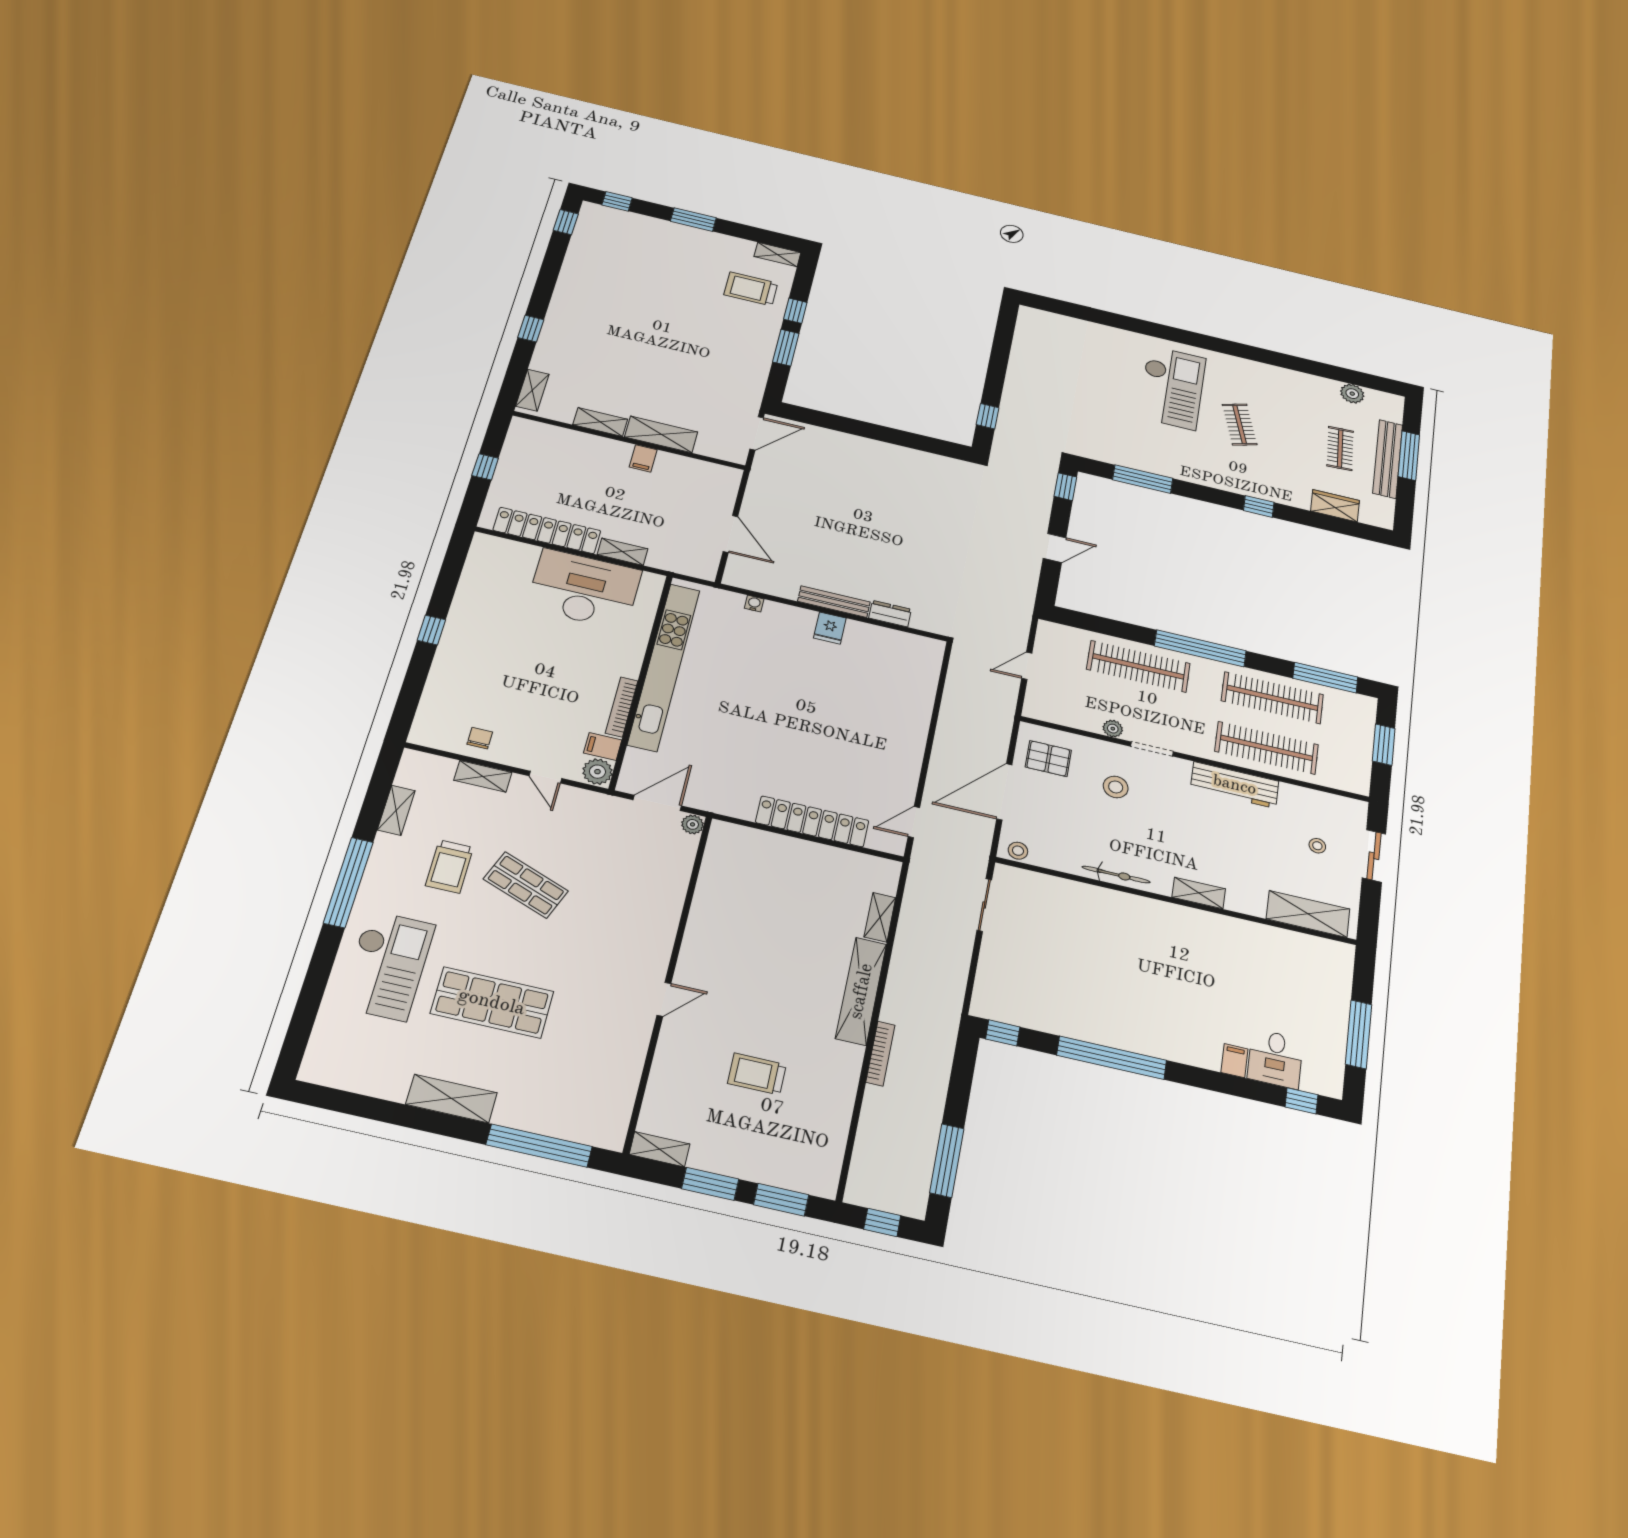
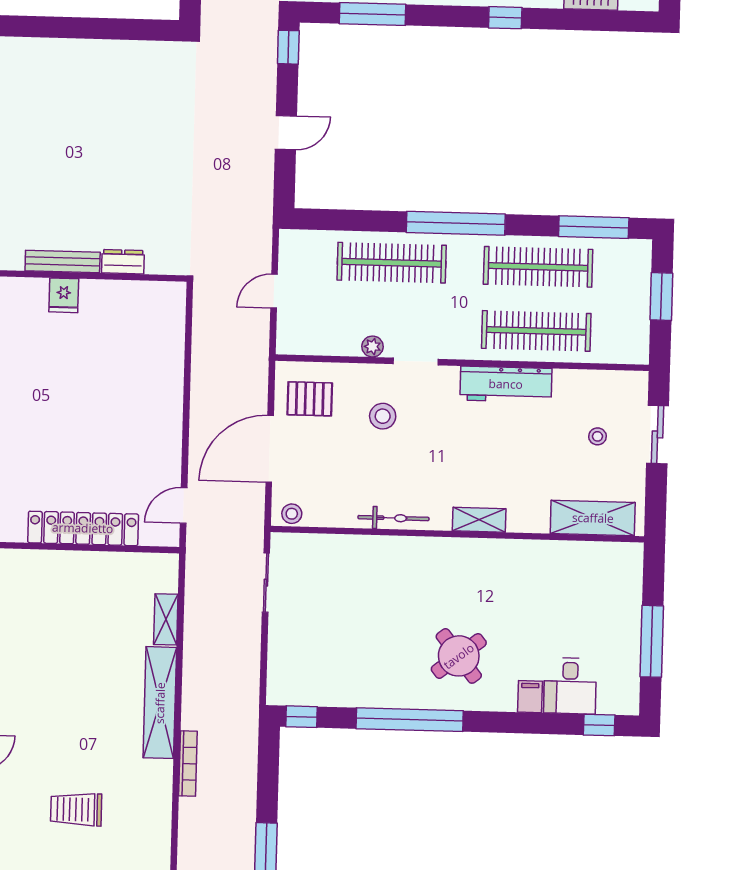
round table: (1167, 1009) -> (459, 656), added

